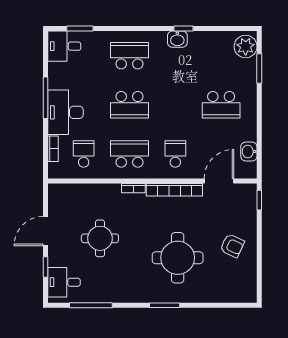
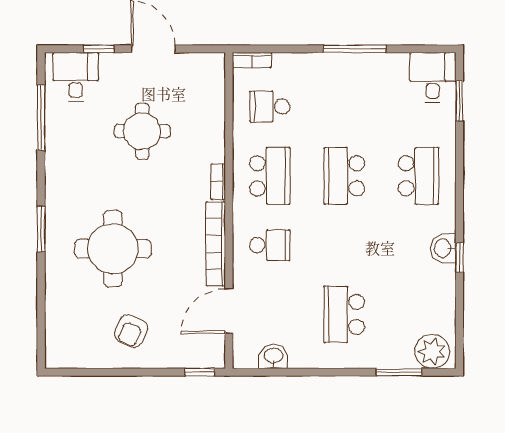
desk: (65, 112) -> (333, 79), removed
bookcase: (53, 149) -> (252, 60), moved
school desk: (84, 154) -> (270, 107), turned 180
door: (219, 181) -> (229, 311), swing flipped

